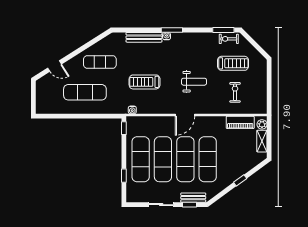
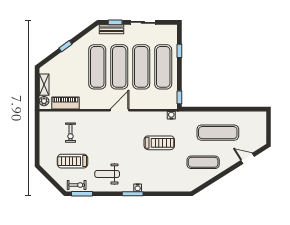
bench: (144, 37) -> (160, 187), removed
weight bench: (194, 82) -> (107, 174), moved

